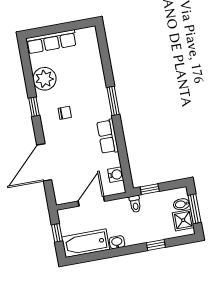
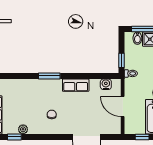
plant: (44, 79) -> (23, 129), width x0.53, depth x0.53
window: (34, 107) -> (14, 137), moved

